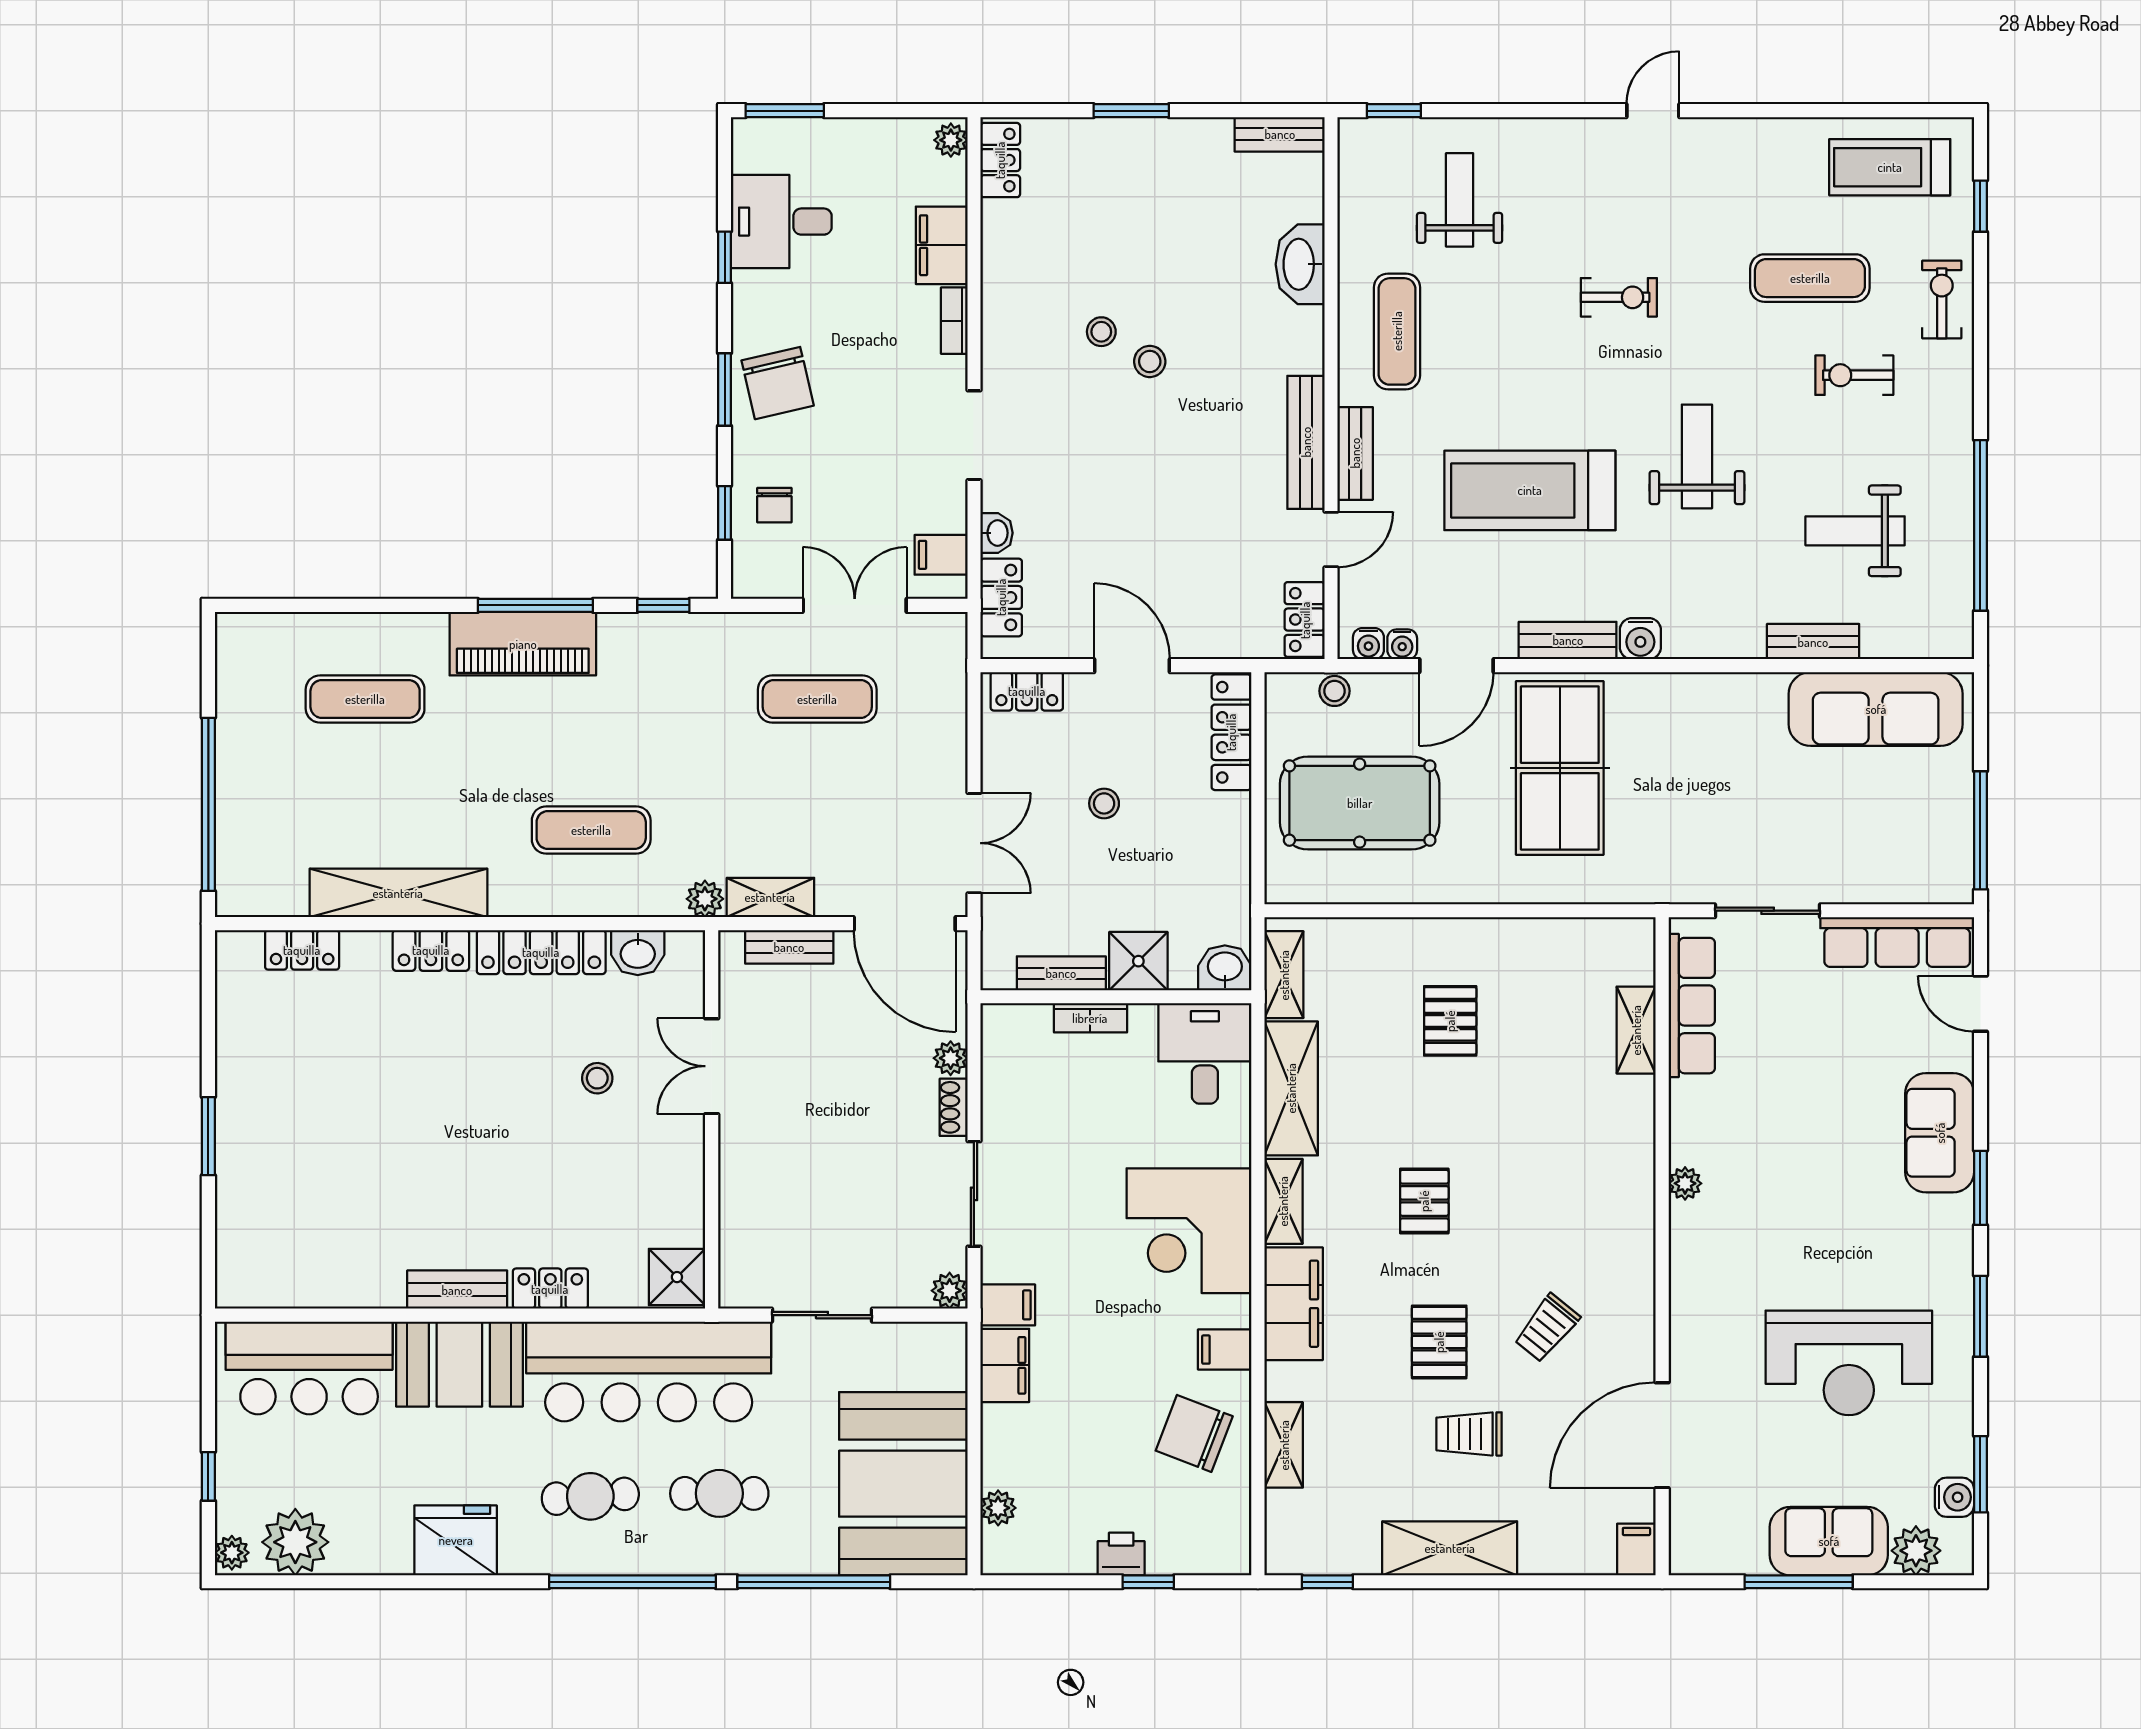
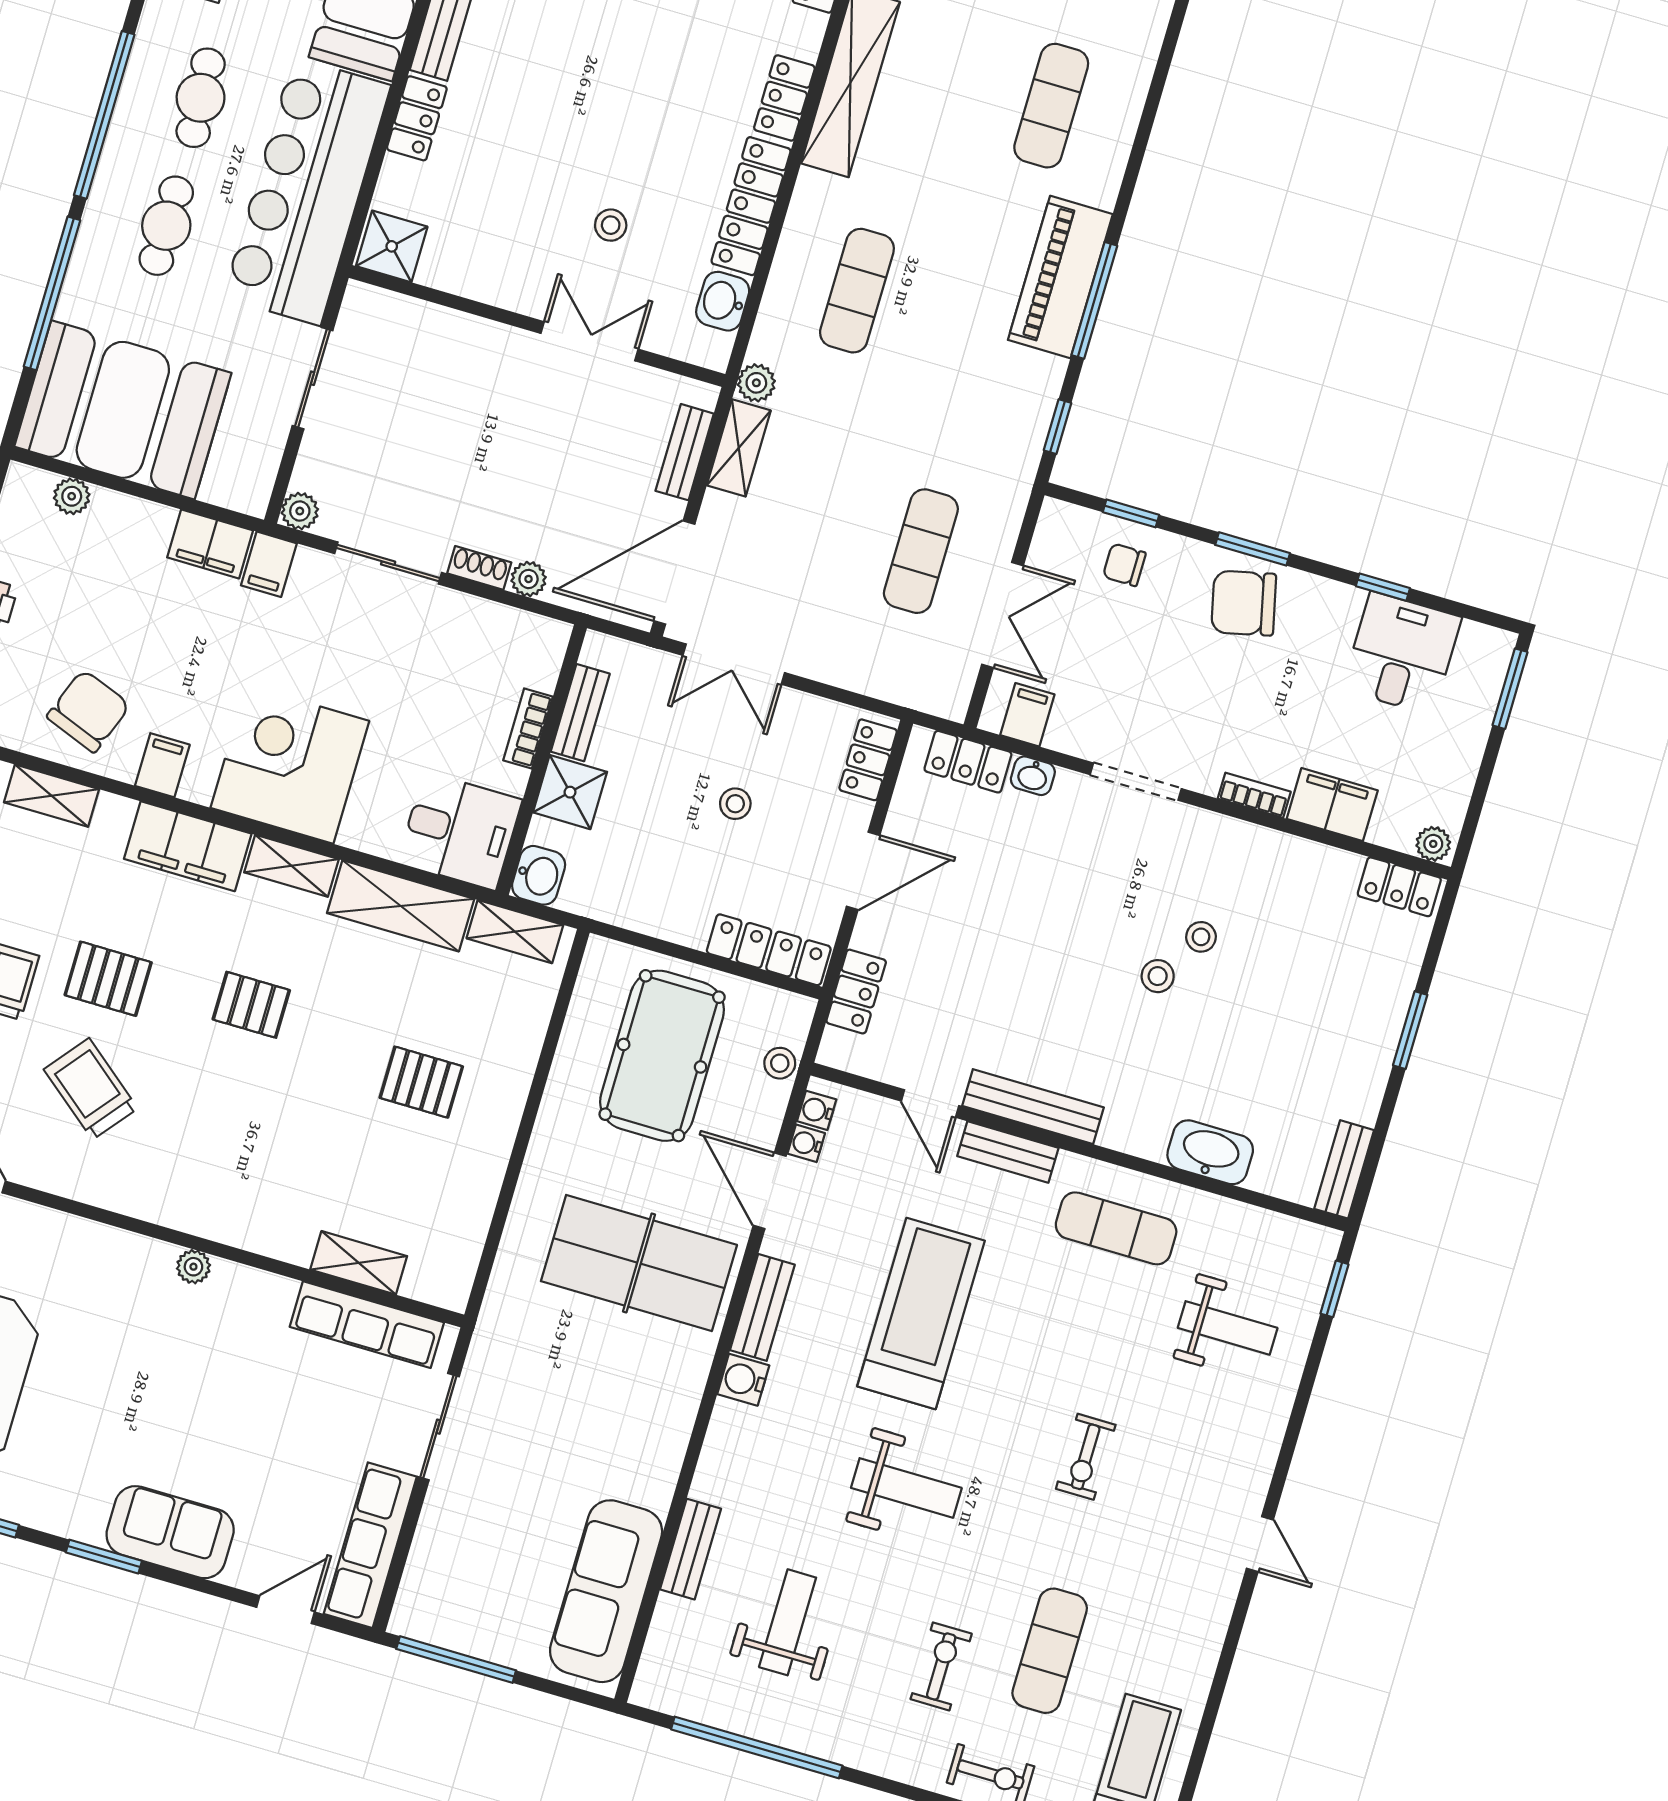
locker: (1305, 620) -> (856, 992), moved, turned 90
trolley: (1547, 1328) -> (91, 1089), width x1.36, depth x1.39

